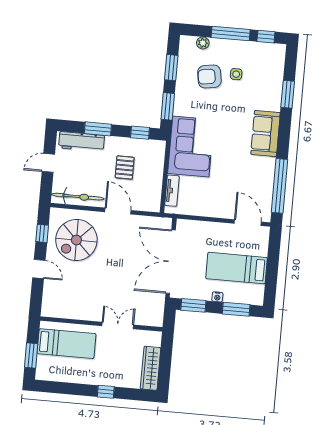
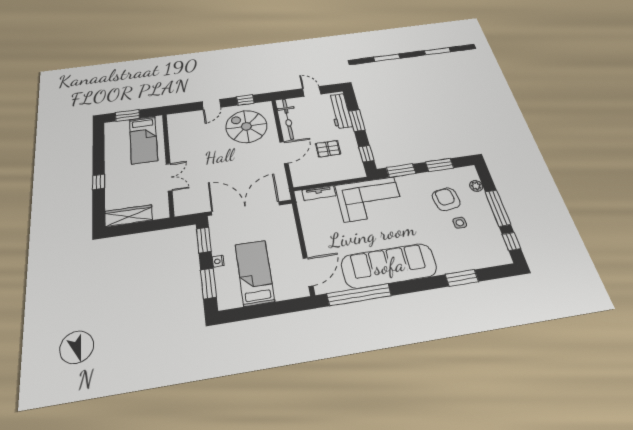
sofa: (265, 133) -> (389, 266), width x1.85, depth x1.27

